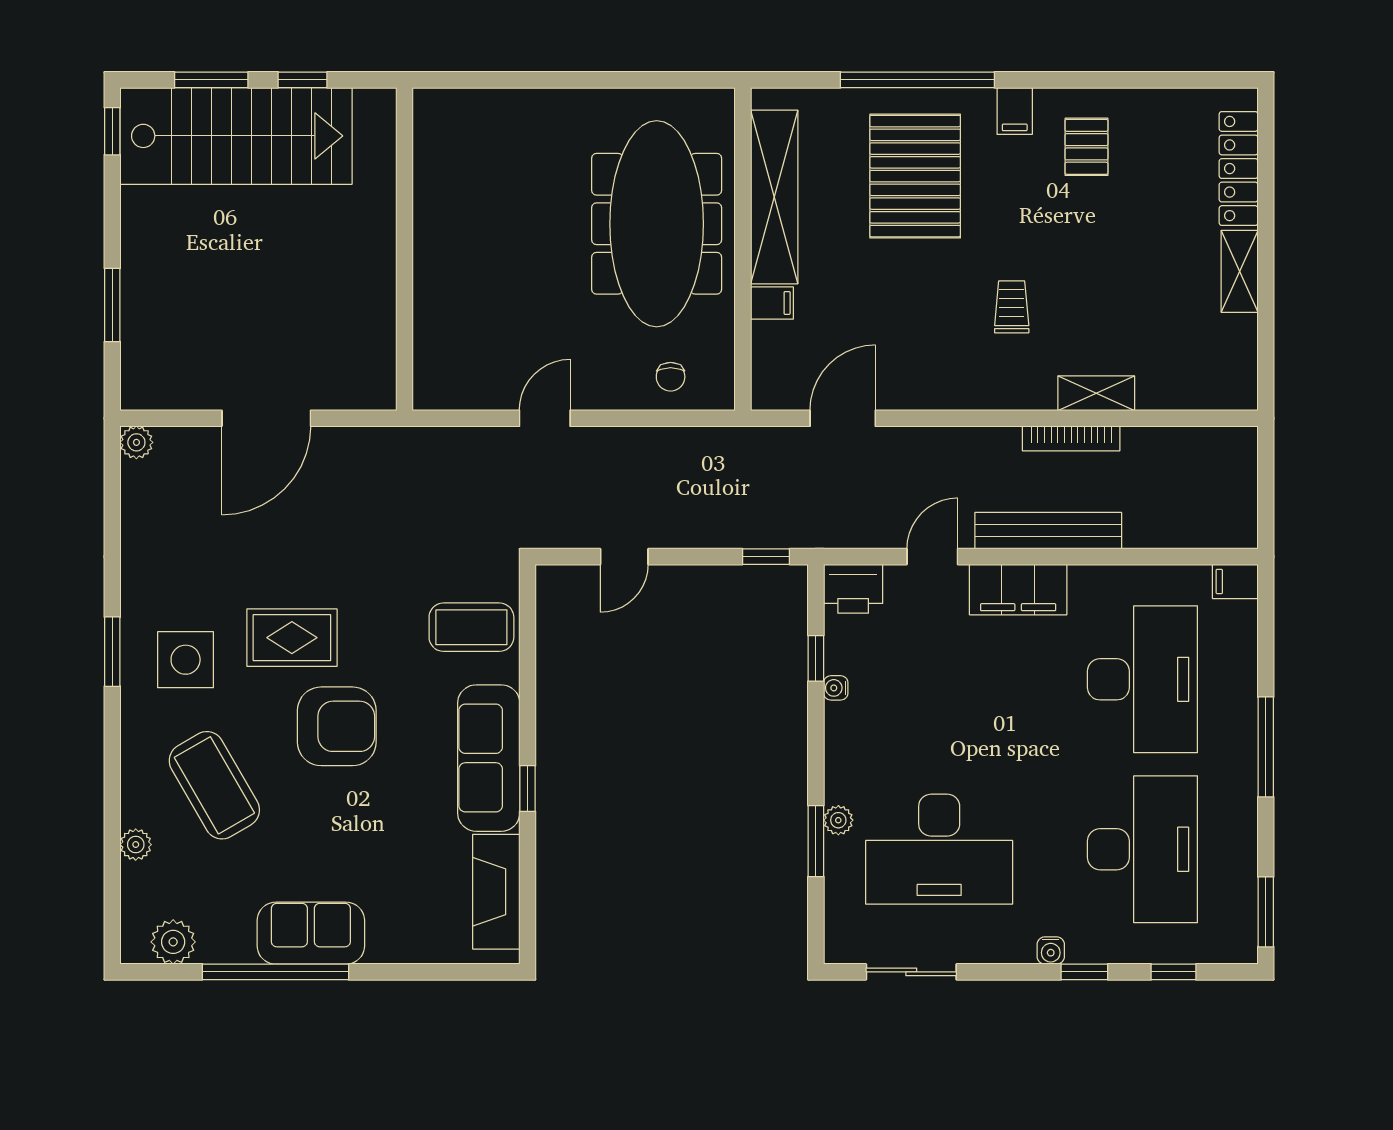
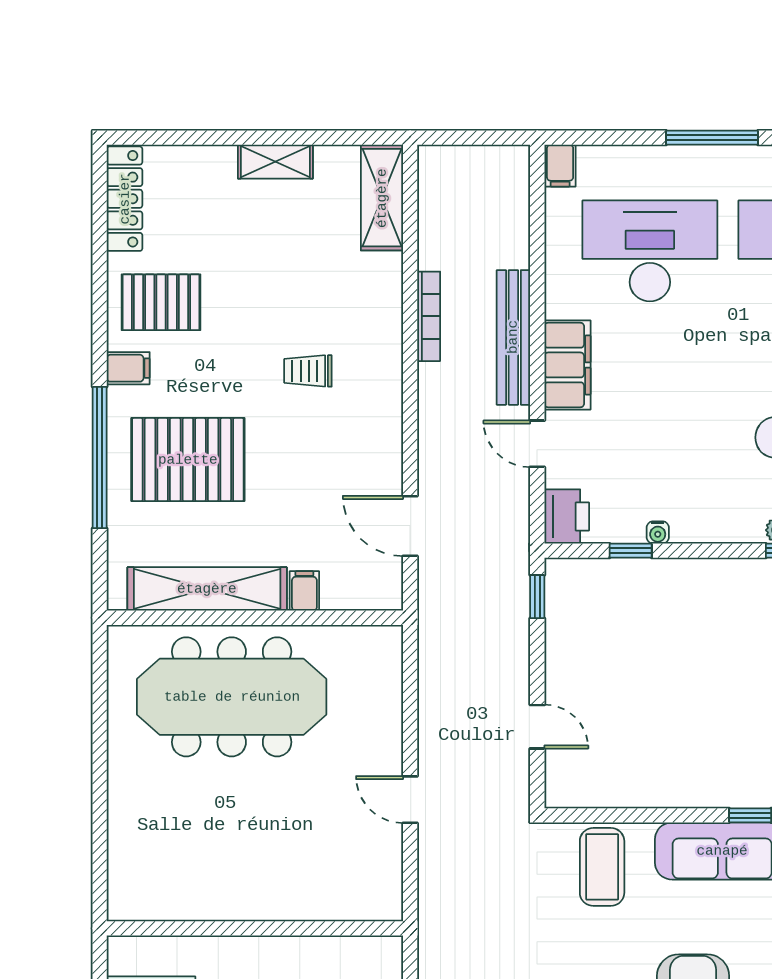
pallet: (1086, 147) -> (161, 302), width x1.50, depth x1.42
locker: (1239, 169) -> (125, 199), moved, turned -90
chair: (671, 377) -> (372, 684), removed
shelving: (1096, 393) -> (382, 198), moved, width x1.50, depth x1.33

